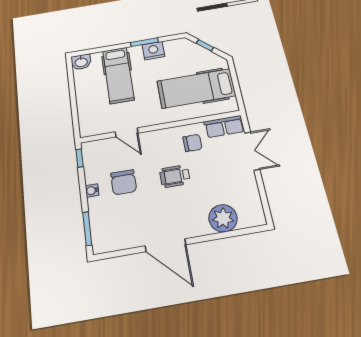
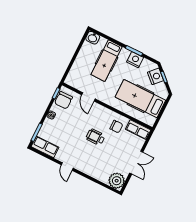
nightstand: (194, 51) -> (156, 76), added
double door: (252, 151) -> (136, 163), moved
chair: (124, 182) -> (63, 100), moved
plant: (223, 218) -> (117, 181), moved
row of seats: (114, 241) -> (45, 147), added
door: (166, 245) -> (67, 167), width x0.53

